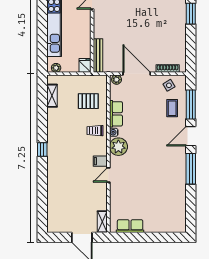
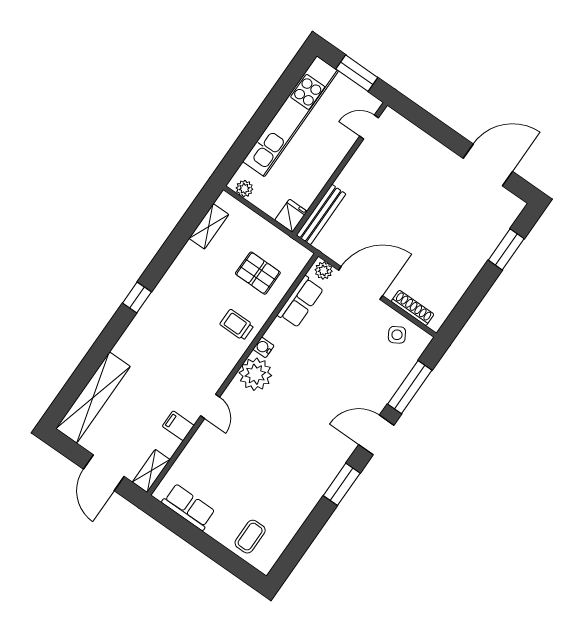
door: (137, 74) -> (361, 283), hinge flipped
coffee table: (172, 108) -> (250, 537), moved
row of seats: (116, 114) -> (300, 302), moved
filing cabinet: (100, 161) -> (178, 426), moved
window: (191, 169) -> (342, 484), width x0.69
door: (108, 175) -> (210, 406), swing flipped
shelving: (54, 207) -> (93, 397), added

